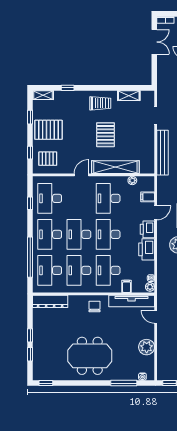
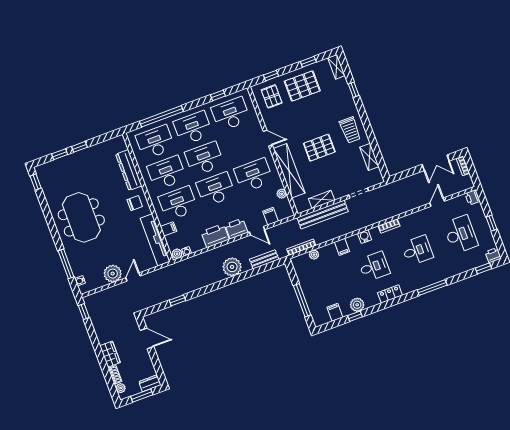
pallet: (48, 130) -> (302, 86), turned 90
shelving: (150, 149) -> (322, 199), added
dresser: (50, 301) -> (129, 170), moved
door: (156, 317) -> (133, 277), moved

